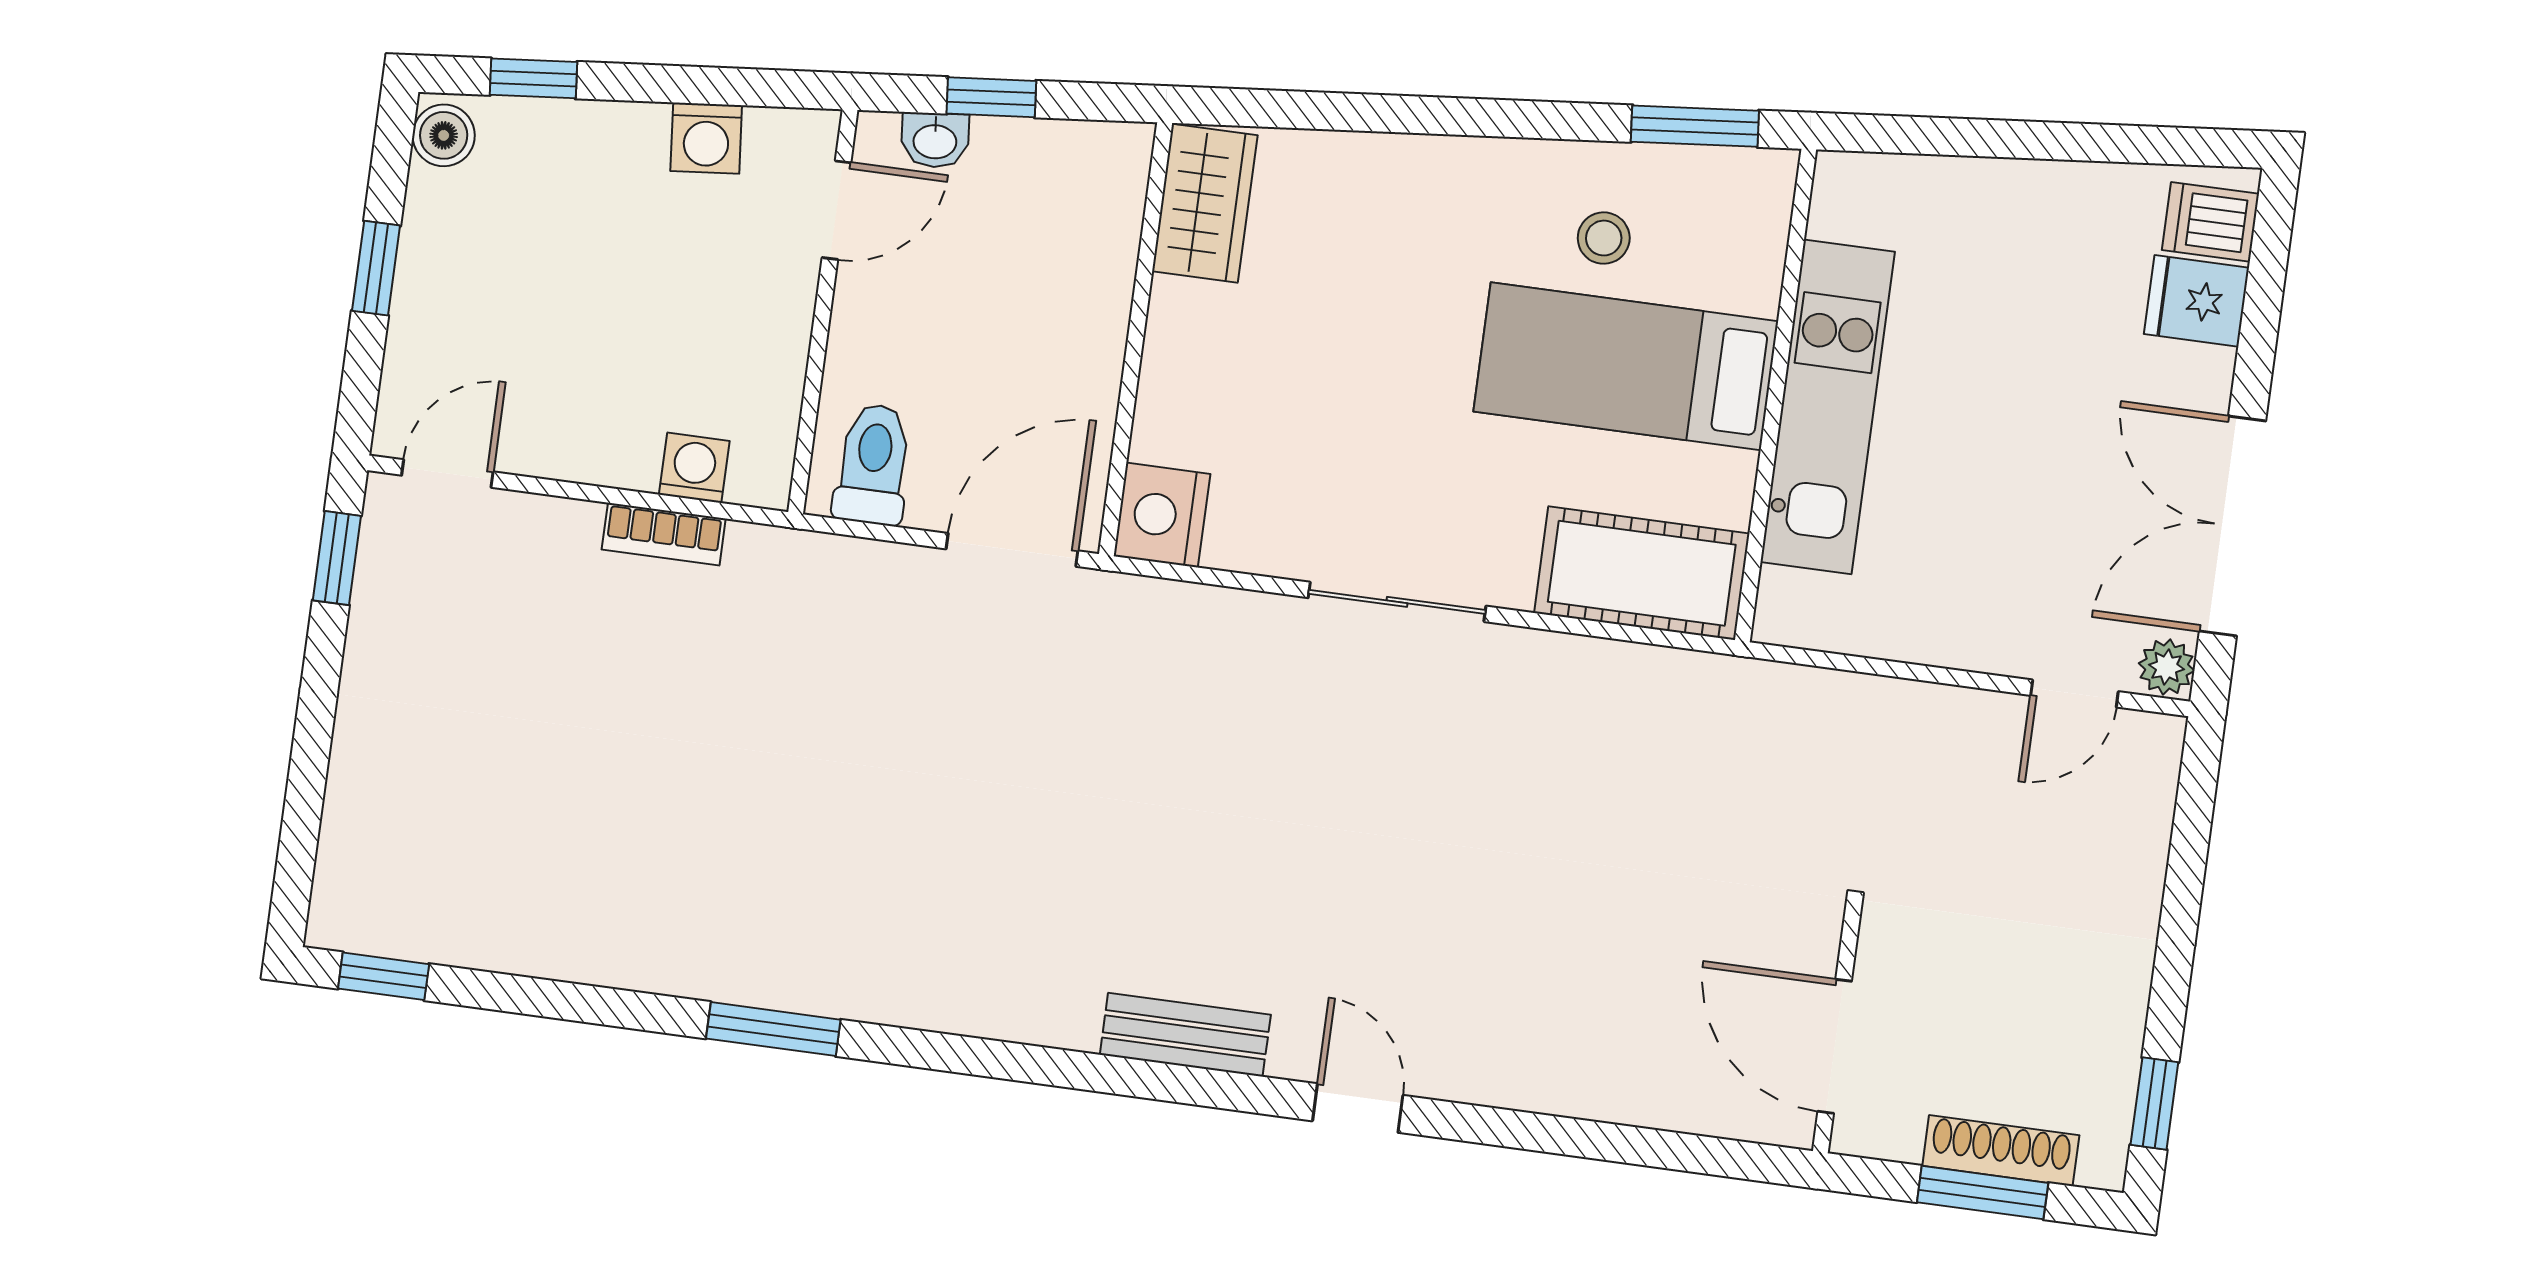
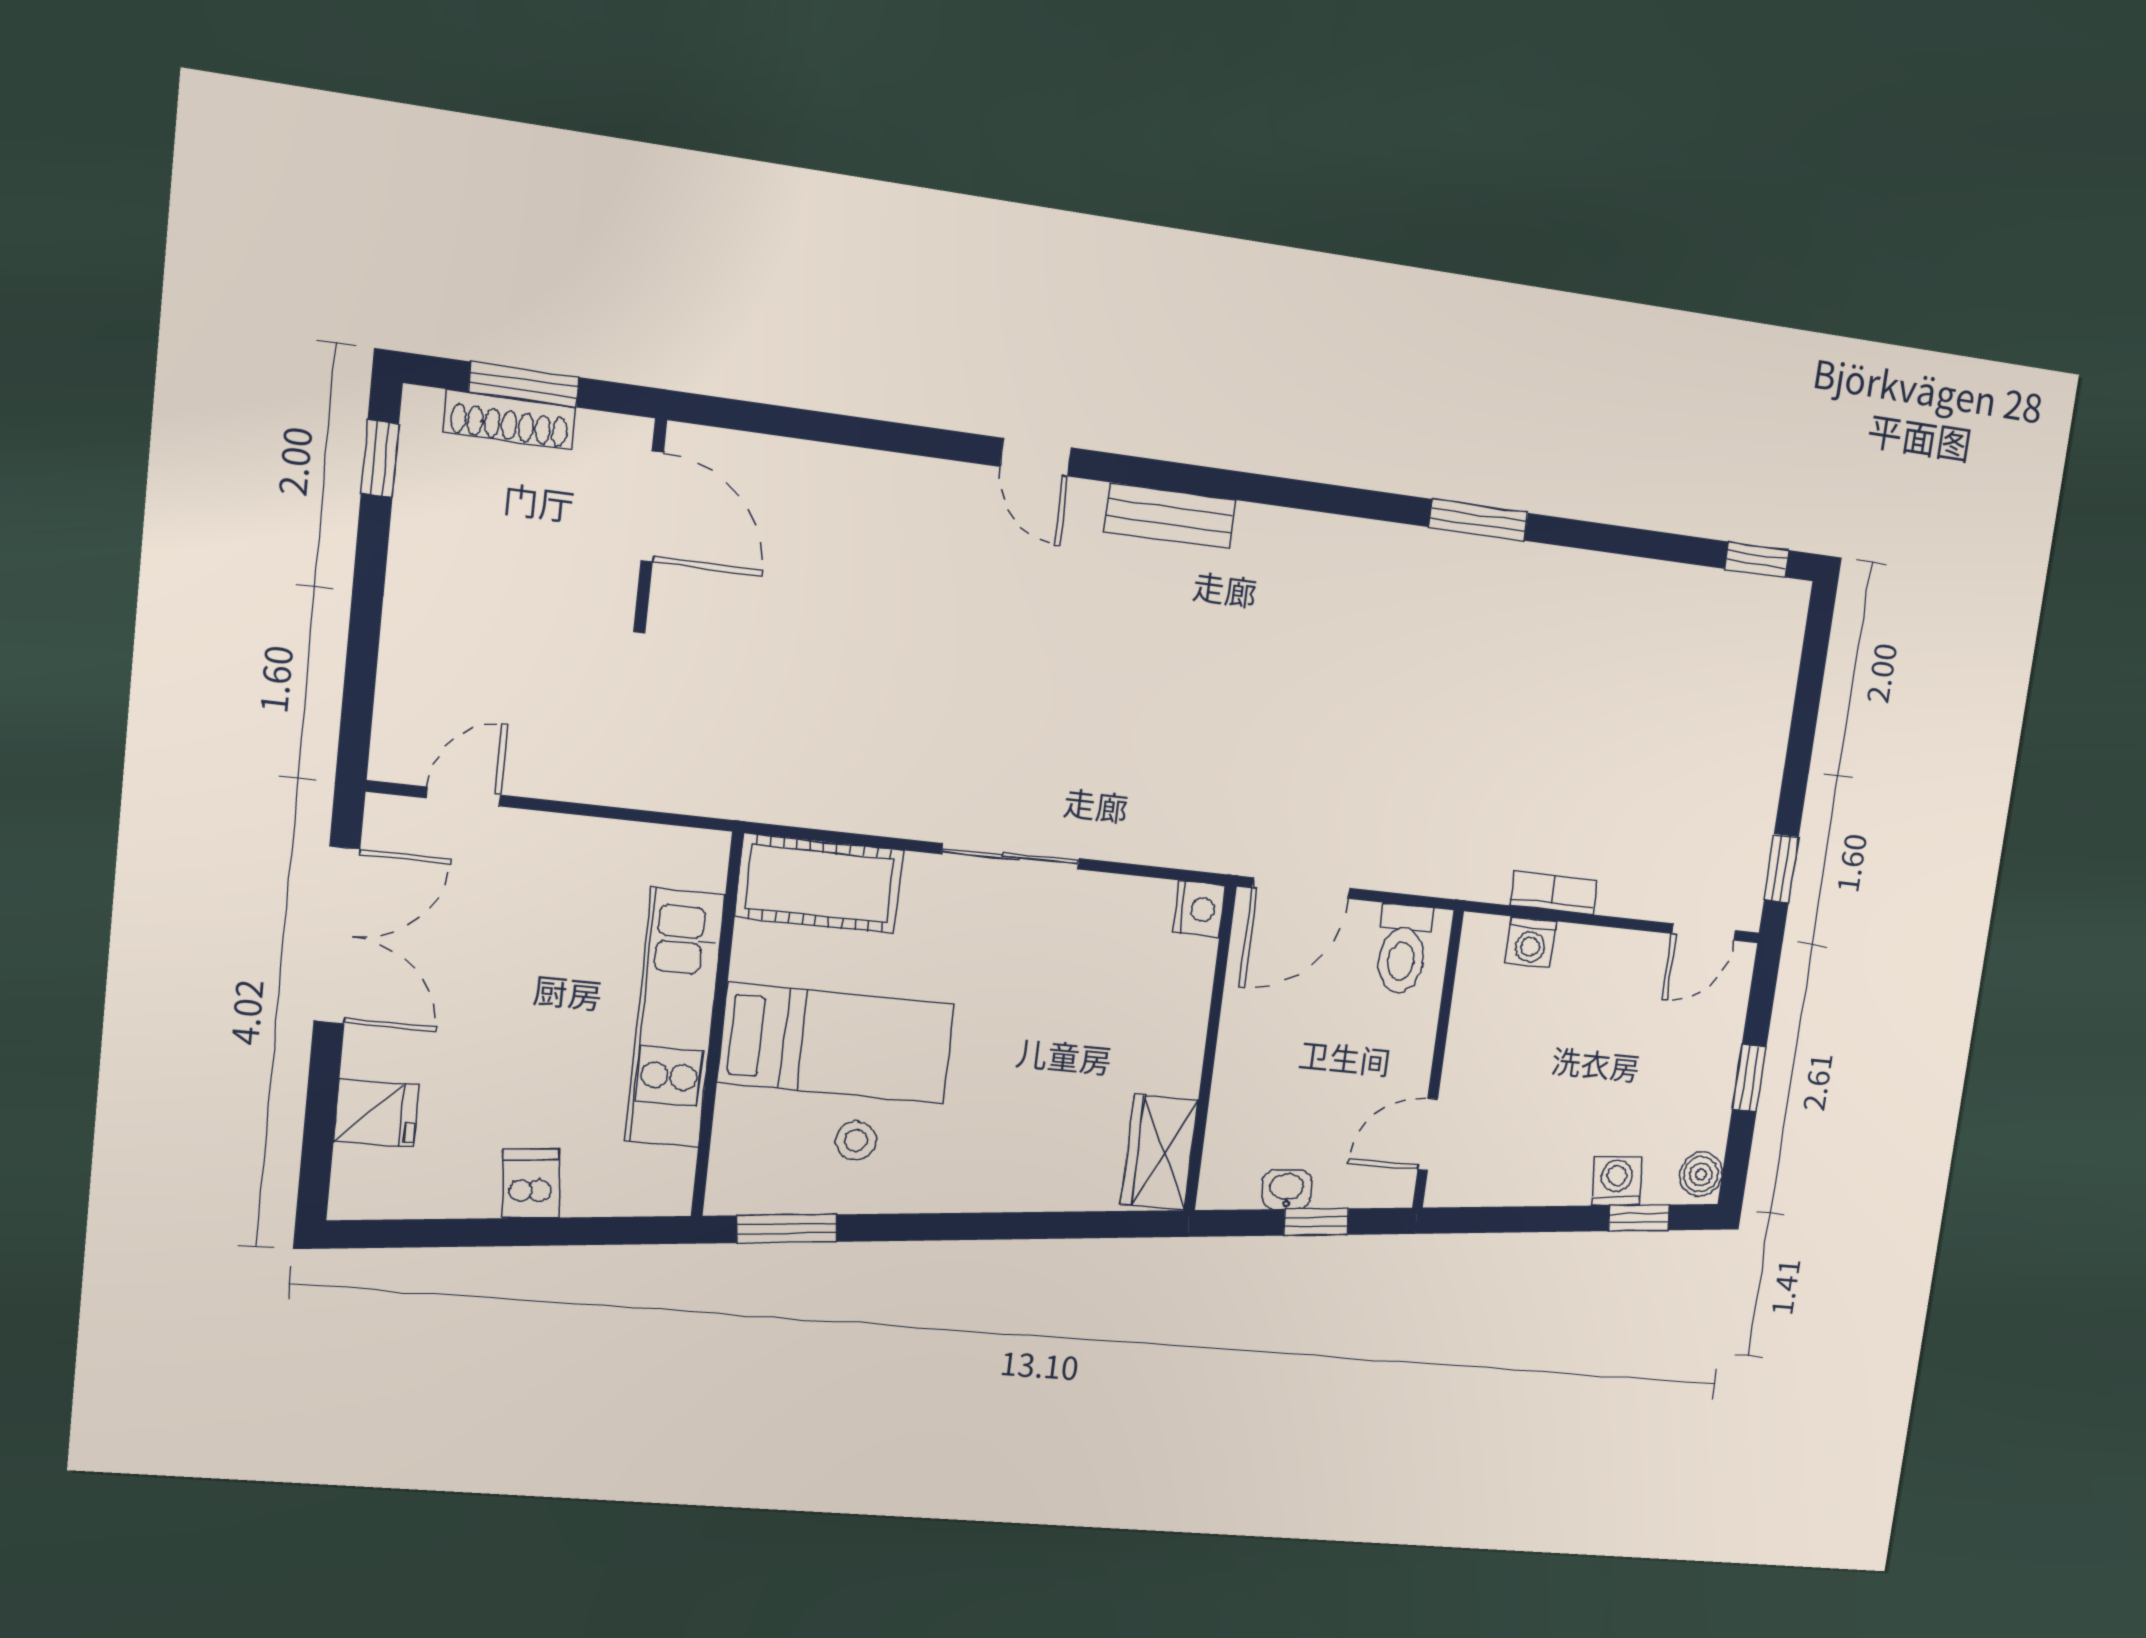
washing machine: (706, 138) -> (1617, 1181), moved
washbasin: (935, 140) -> (1287, 1189), moved
dishwasher: (2210, 222) -> (531, 1184), moved, turned -95
nightstand: (1162, 515) -> (1199, 909), width x0.74, depth x0.75
plant: (2167, 667) -> (387, 820), removed

